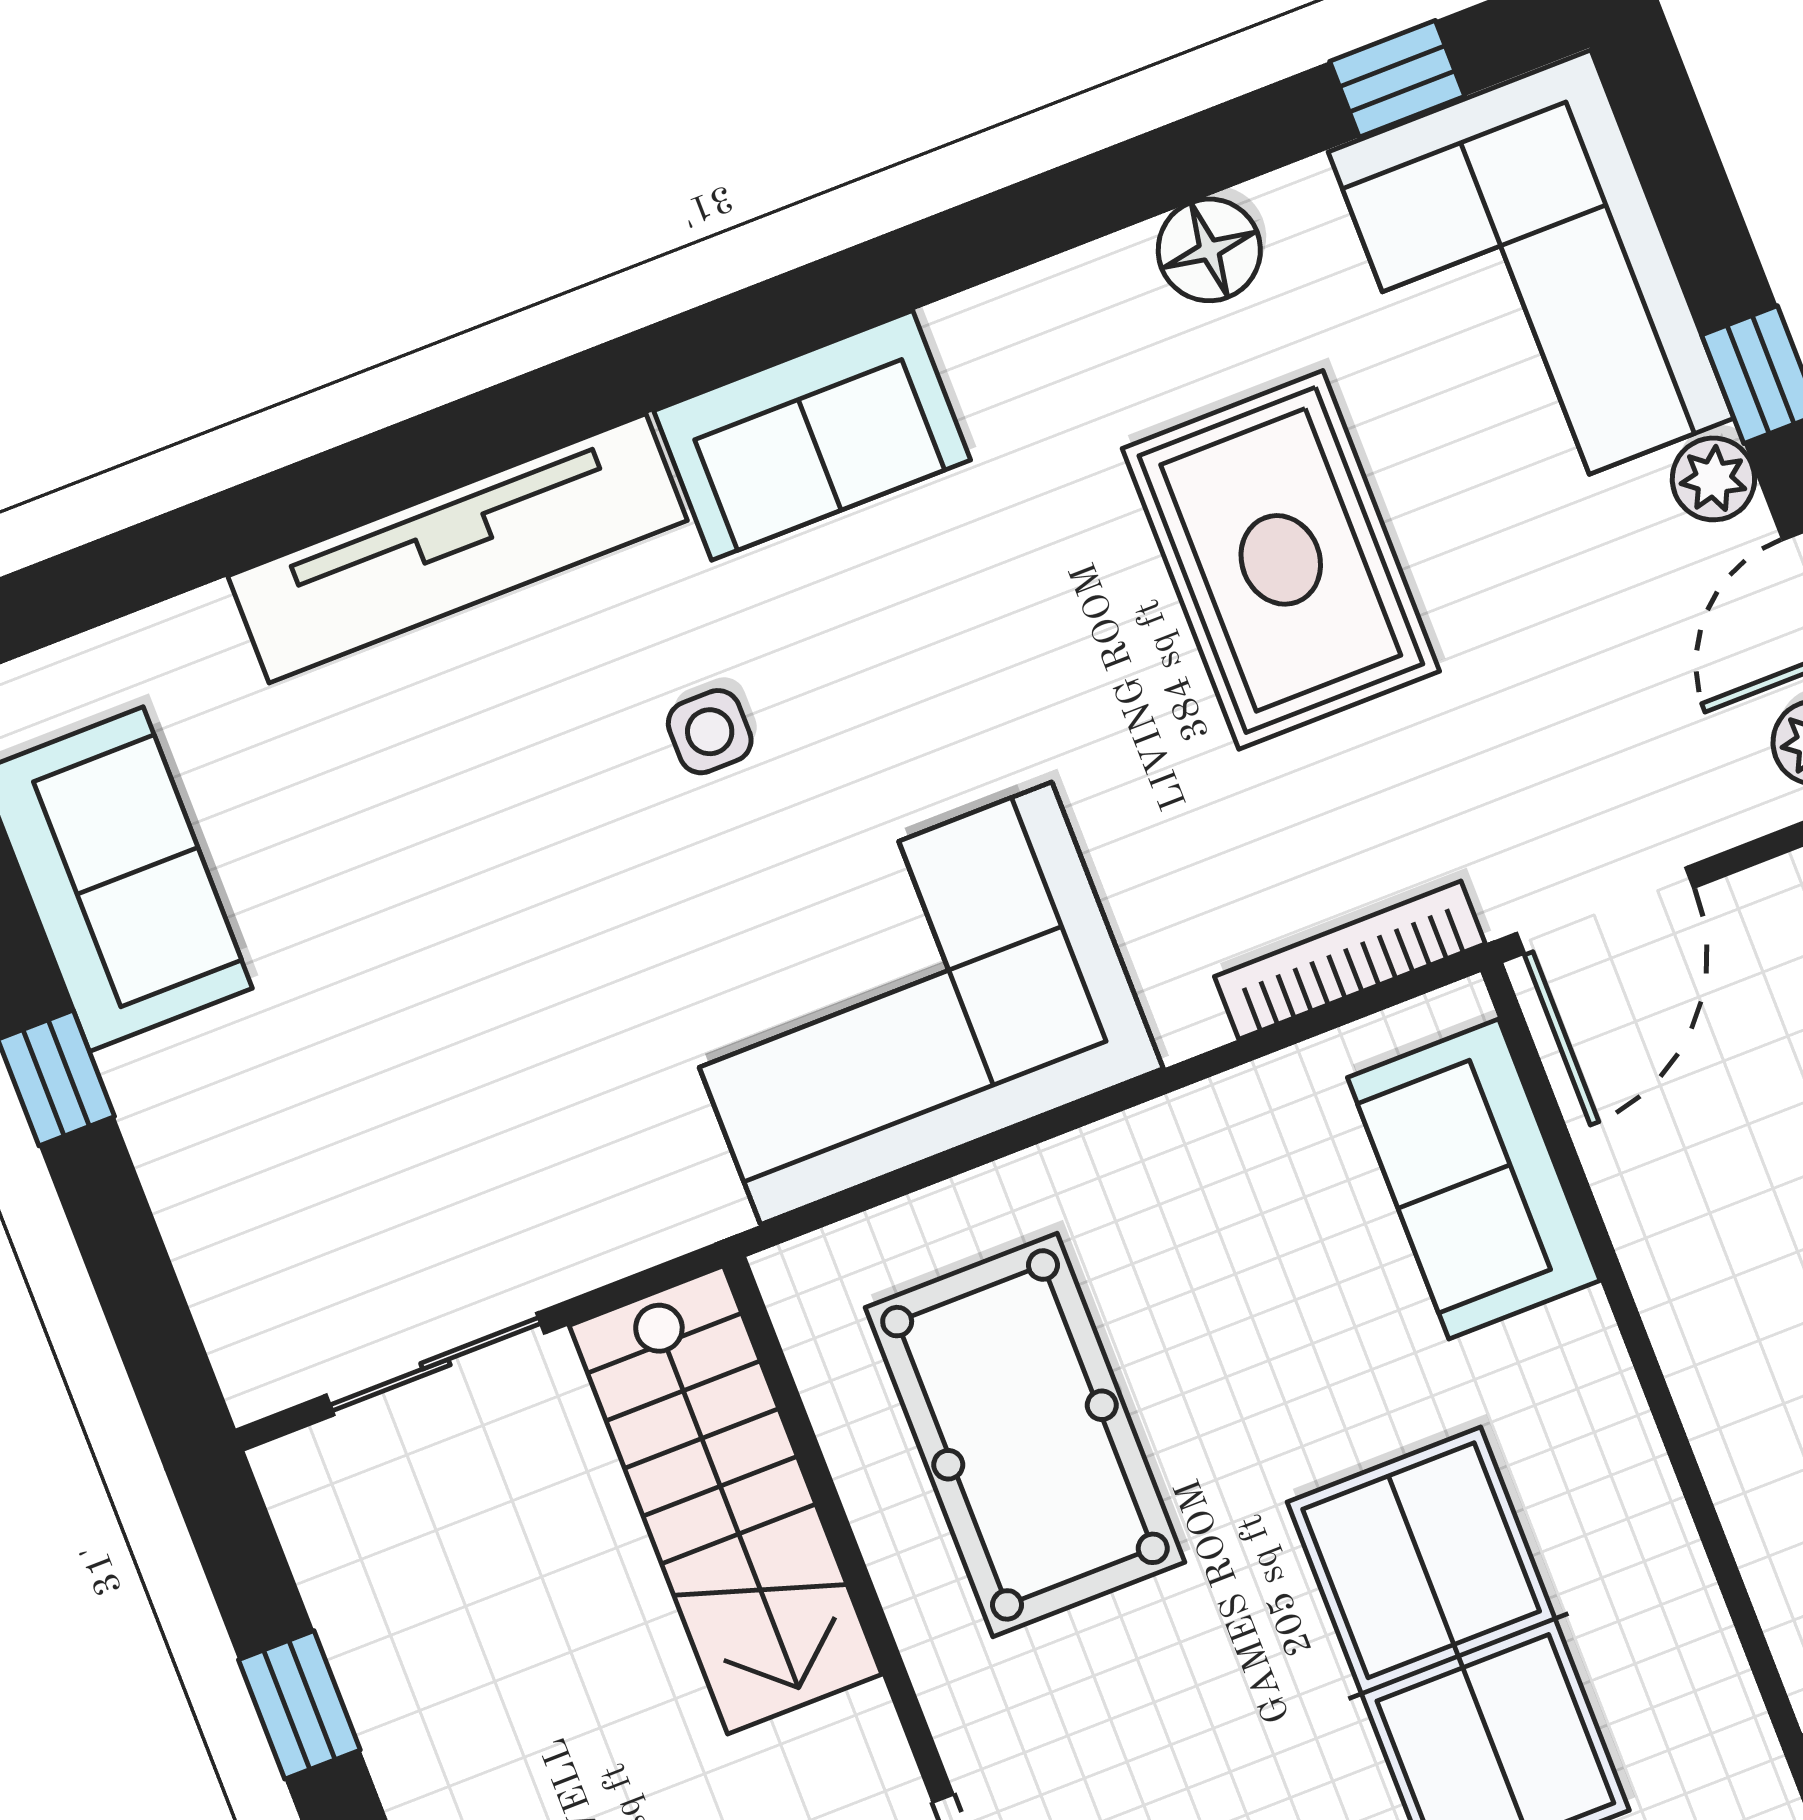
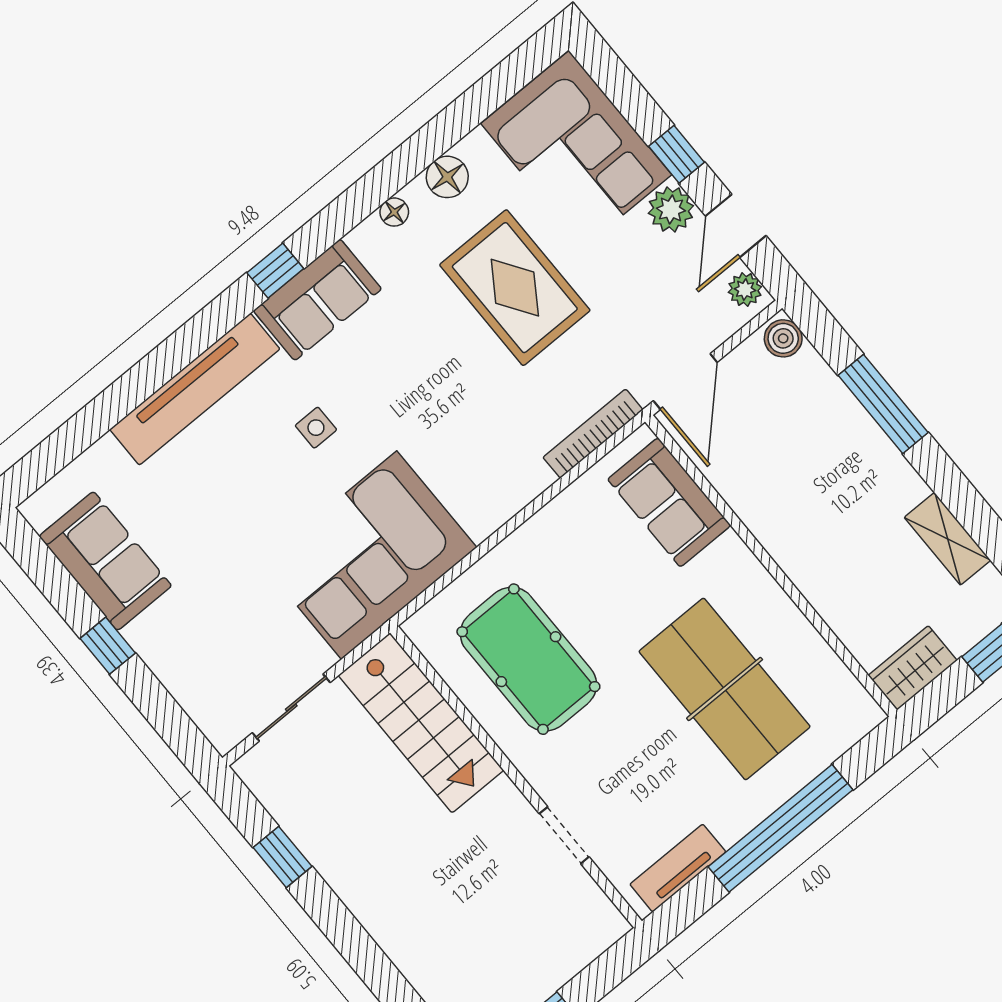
window: (1397, 79) -> (275, 271), moved
floor lamp: (1059, 291) -> (394, 212), added
plant: (1713, 479) -> (671, 209), width x1.38, depth x1.38
corner sofa: (906, 1003) -> (369, 555), moved

